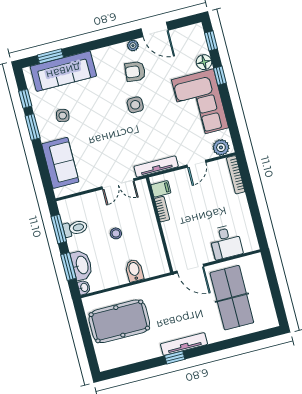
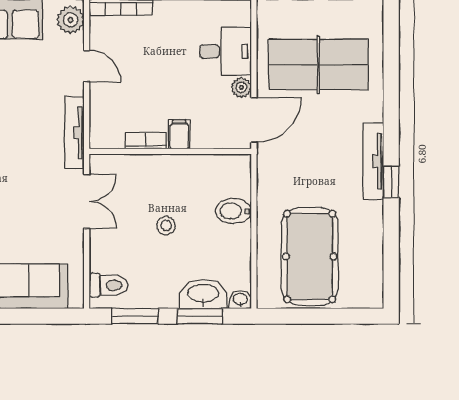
filing cabinet: (161, 189) -> (179, 134), moved
toilet: (75, 228) -> (109, 285), moved, turned 90
plant: (207, 257) -> (241, 87), added

